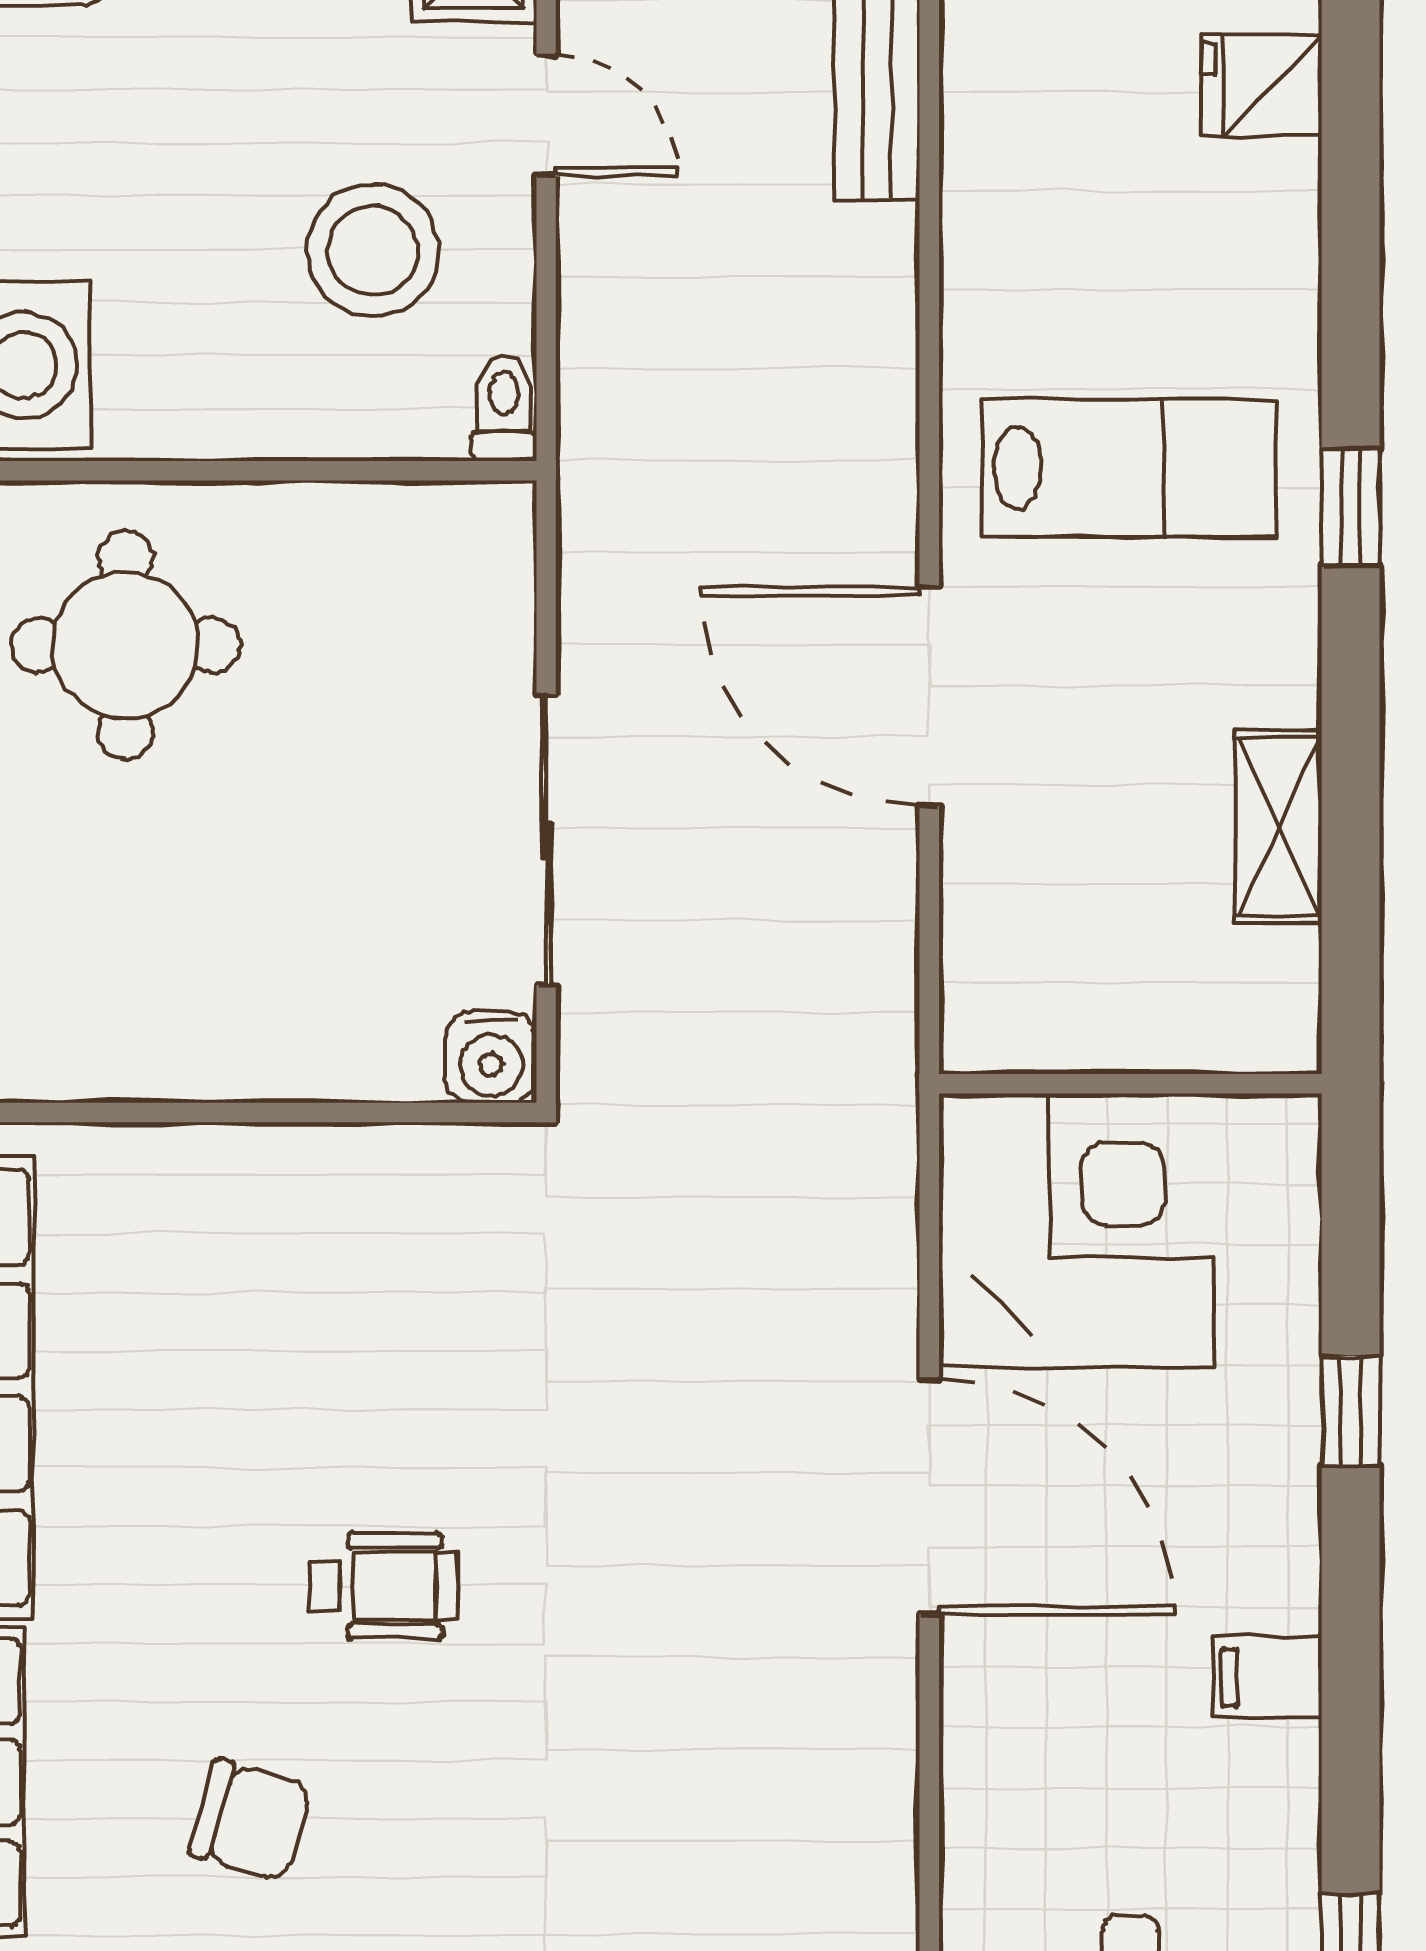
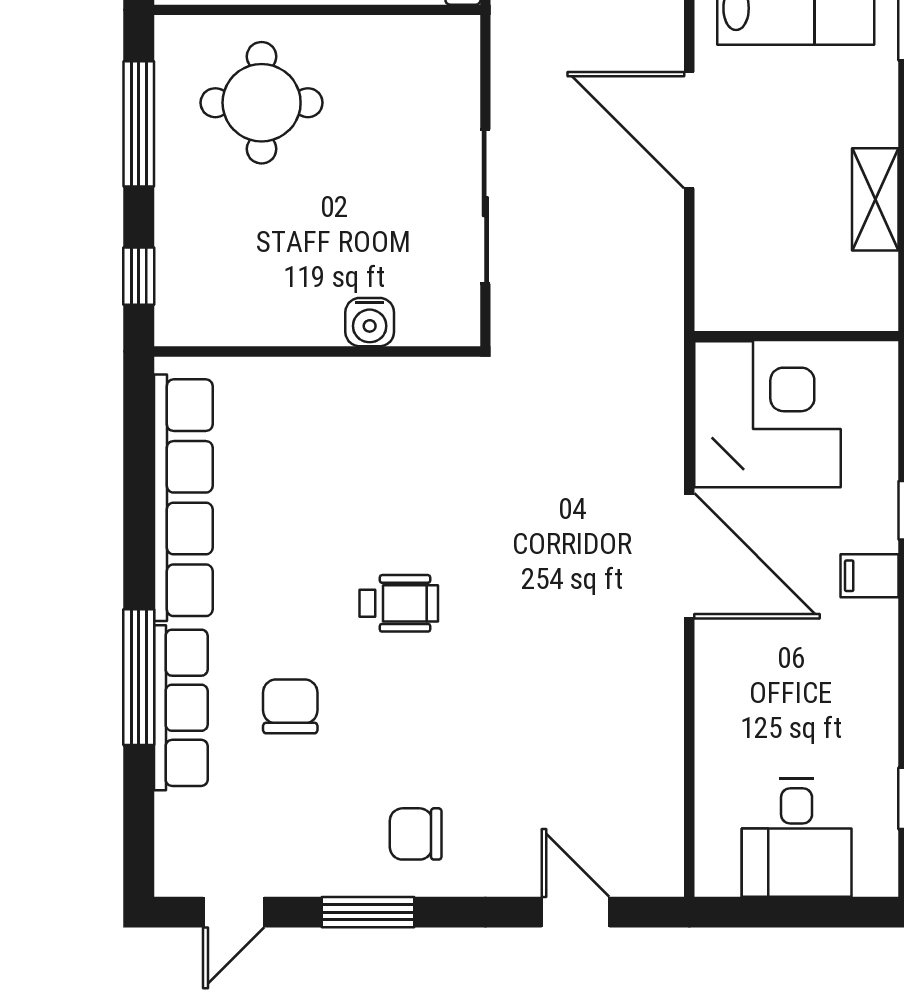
water cooler: (491, 1057) -> (370, 322), moved
filing cabinet: (1268, 1677) -> (869, 576), moved
chair: (251, 1820) -> (290, 706), moved, turned -107

